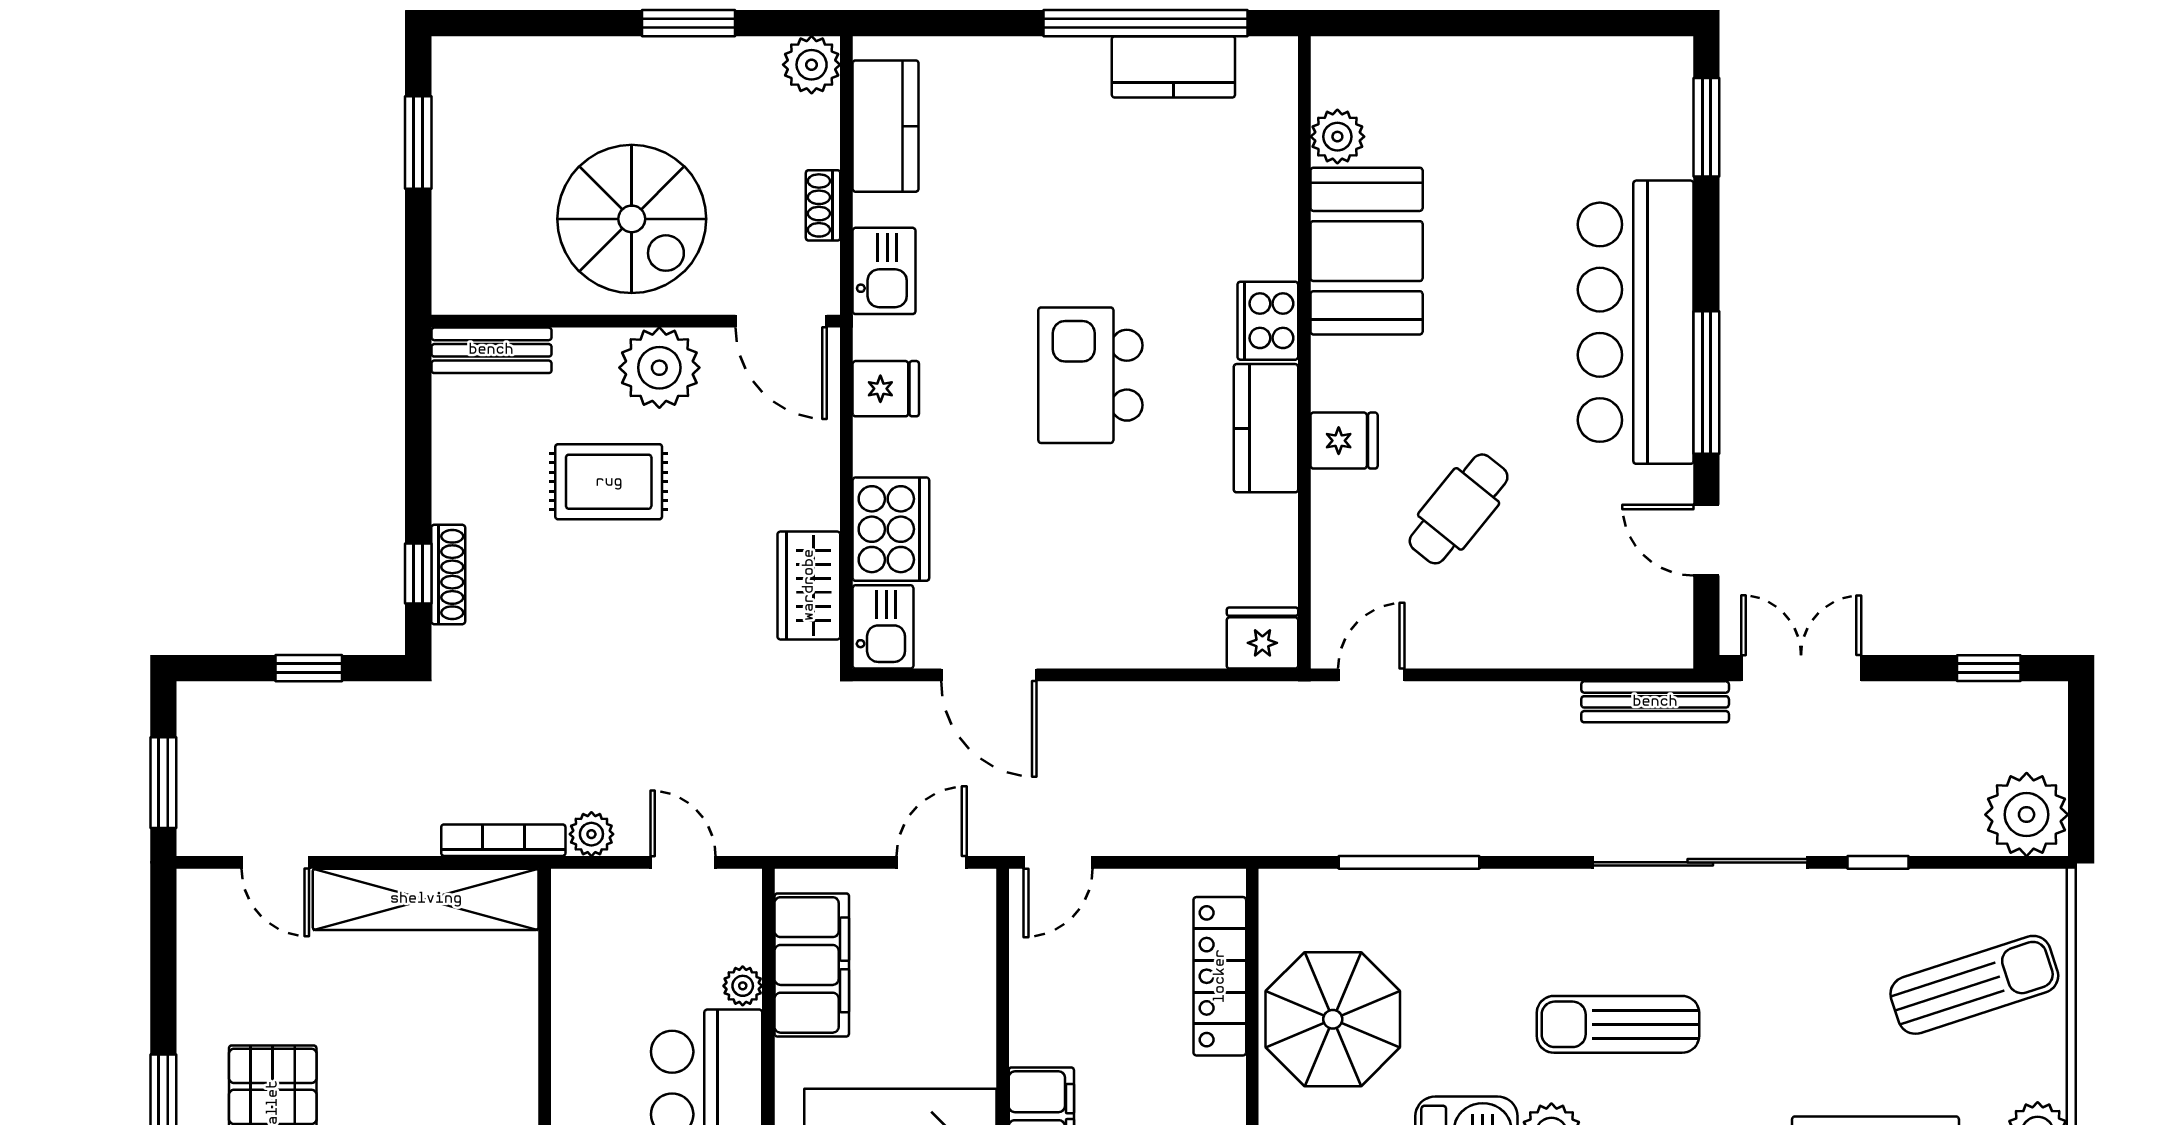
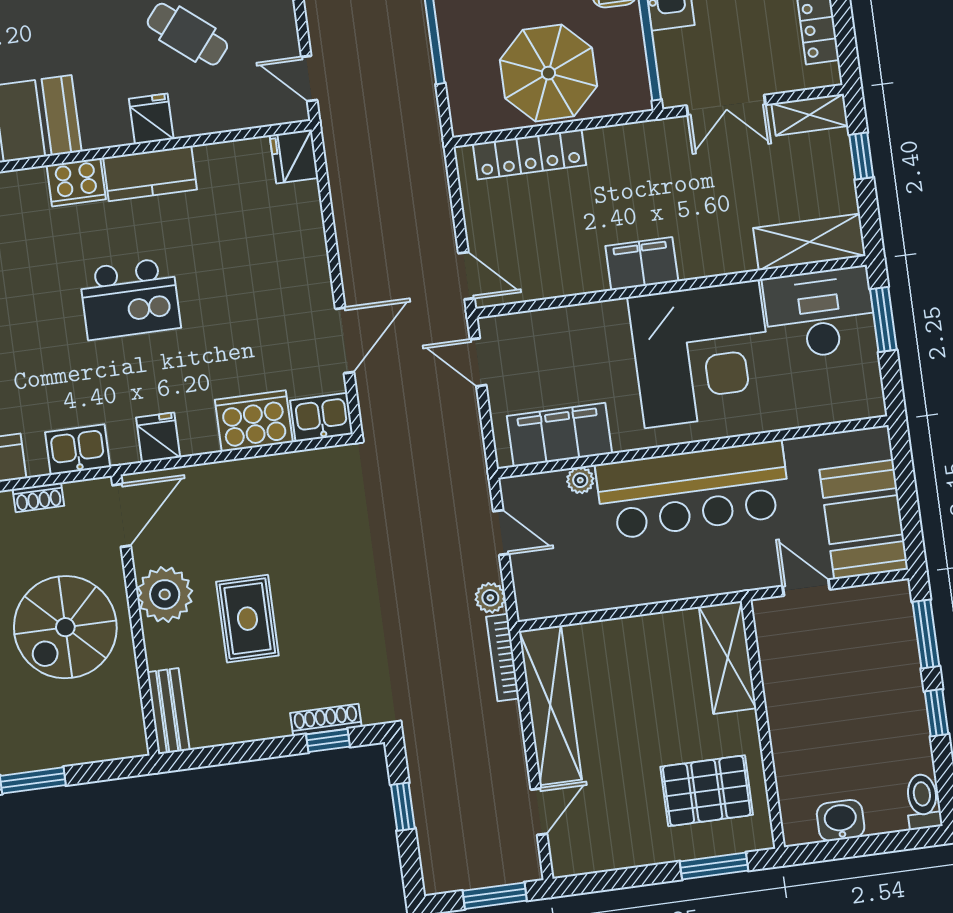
spiral stairs: (632, 219) -> (65, 627), turned 180
wardrobe: (809, 585) -> (300, 472), removed
door: (683, 862) -> (501, 533), swing flipped

